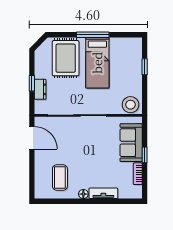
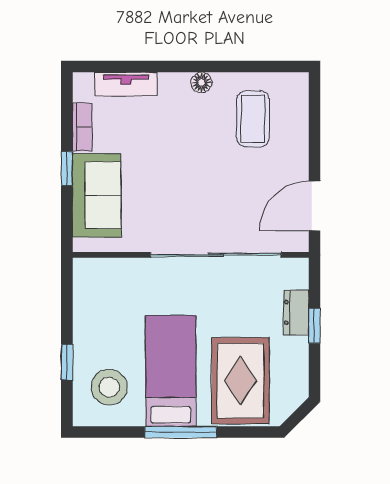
stool: (131, 105) -> (109, 387), moved
door: (32, 138) -> (314, 206), hinge flipped
tv unit: (103, 193) -> (126, 84), moved

